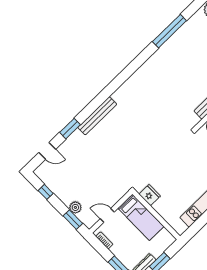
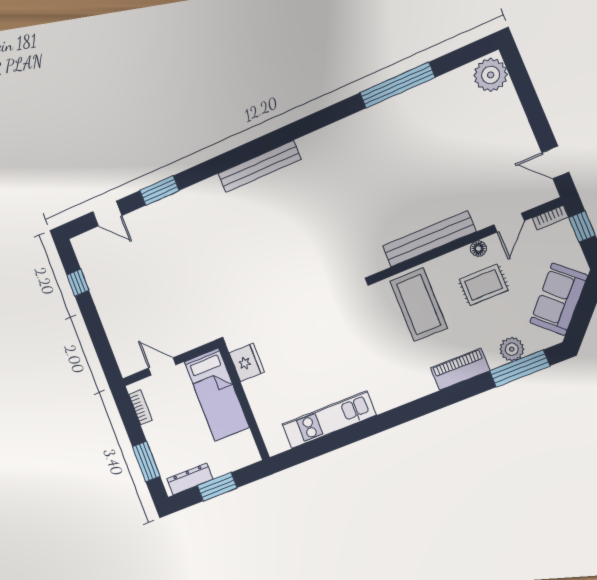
bench: (97, 116) -> (259, 166), moved
plant: (75, 207) -> (115, 330), removed
window: (73, 220) -> (103, 349), removed

